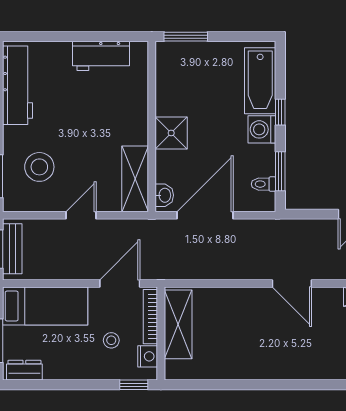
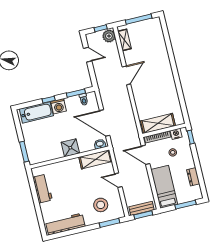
dresser: (24, 370) -> (193, 177), moved

